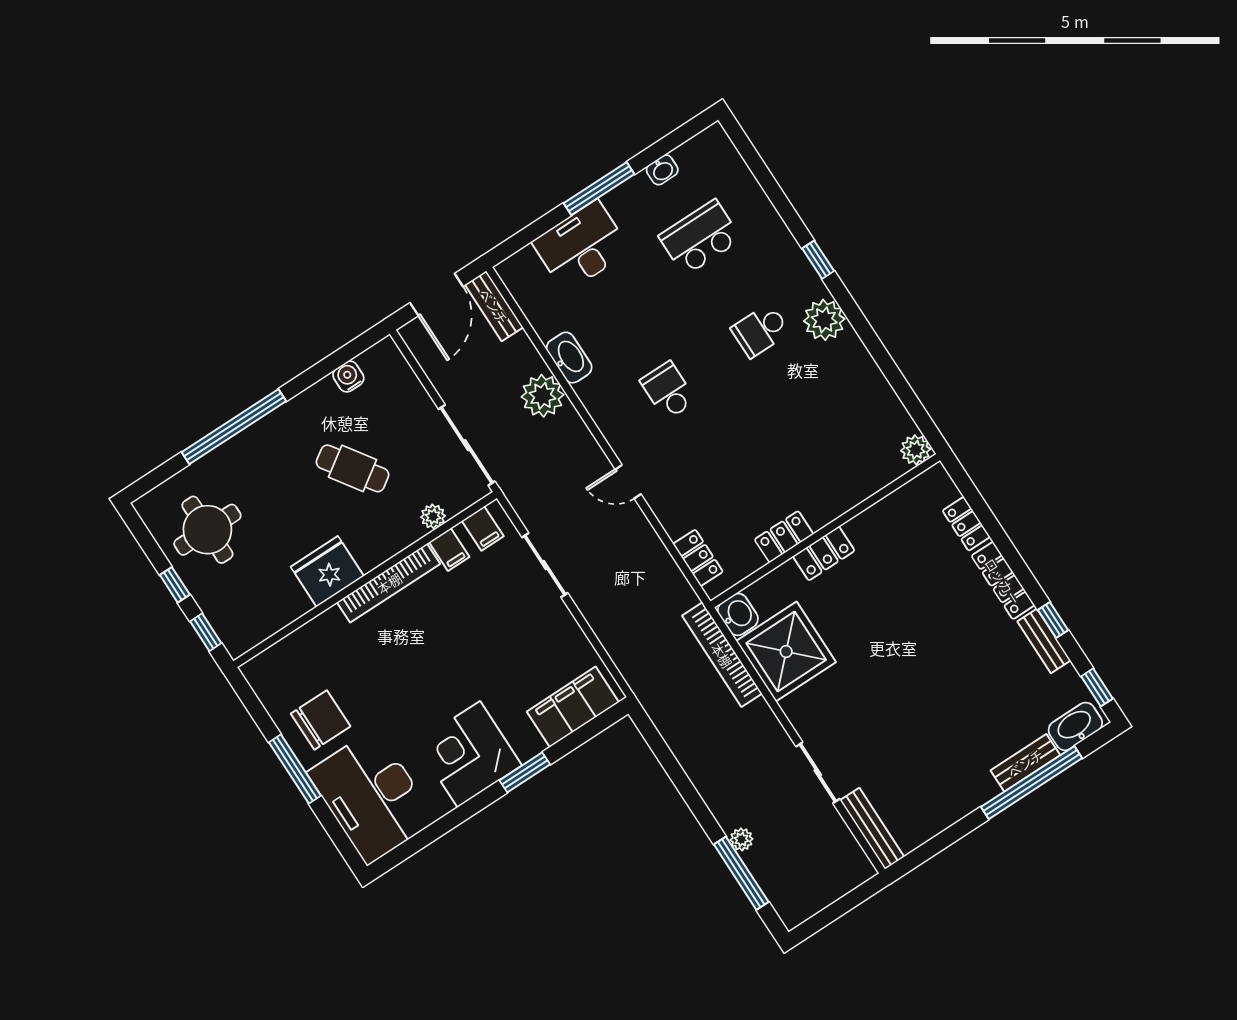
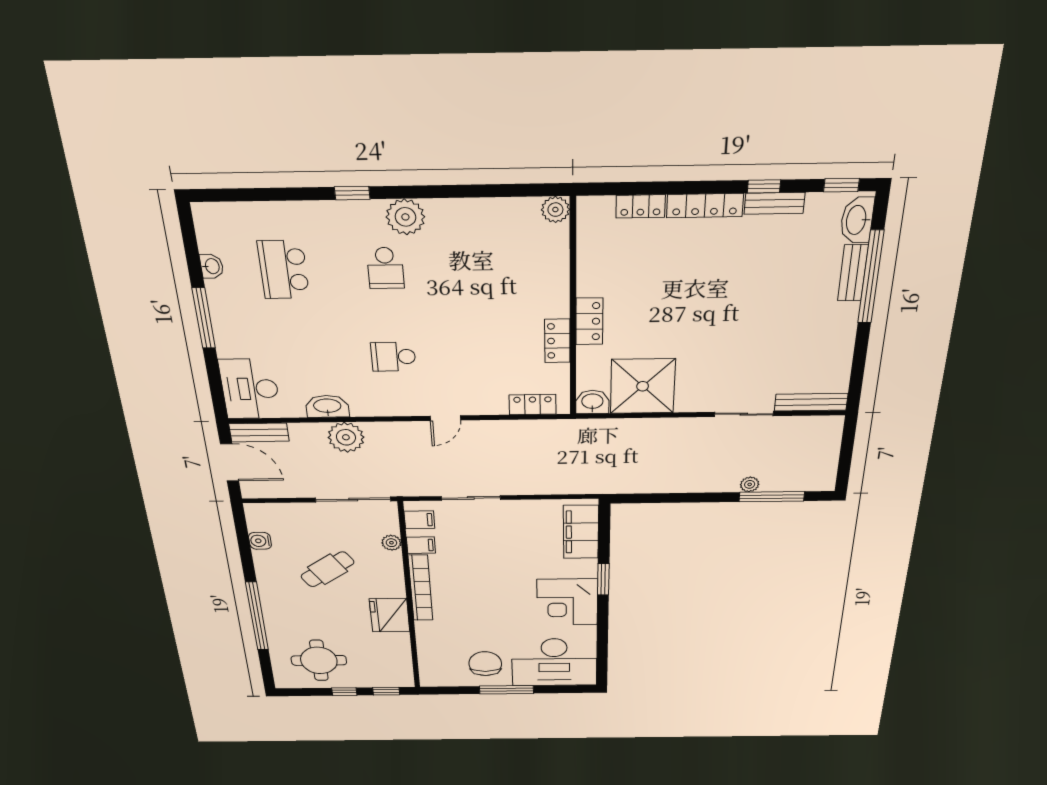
desk: (581, 246) -> (250, 389), moved
bookcase: (722, 655) -> (613, 427), removed

